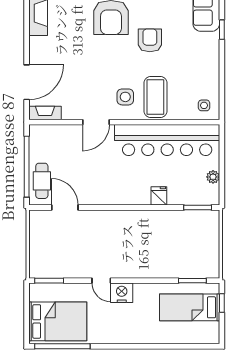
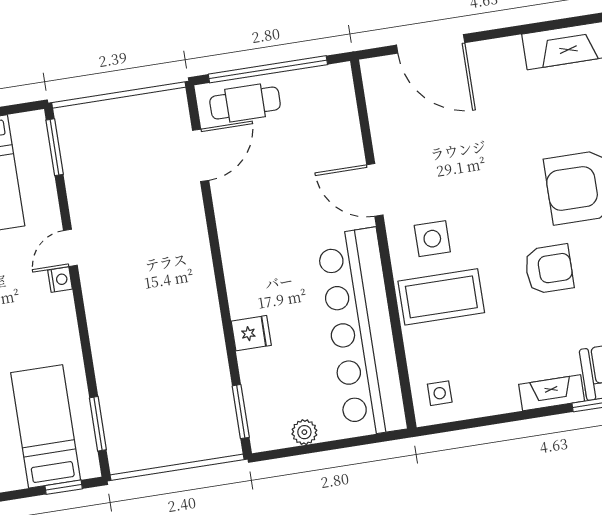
fireplace: (45, 113) -> (552, 393), moved, turned -90
nightstand: (122, 293) -> (60, 280), width x0.53, depth x0.56

